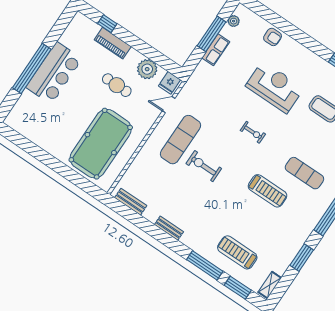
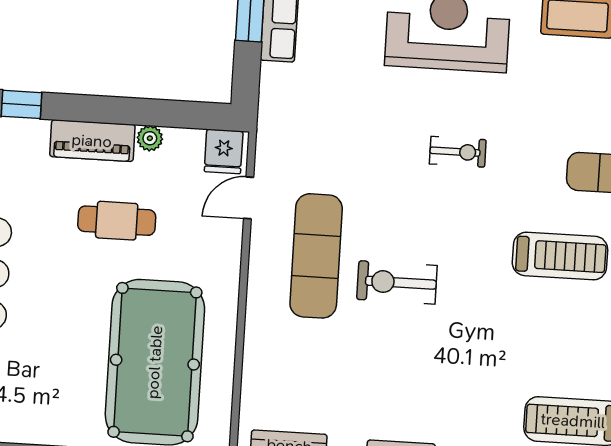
piano: (113, 43) -> (92, 141), moved
plant: (147, 69) -> (150, 138), width x0.53, depth x0.53

